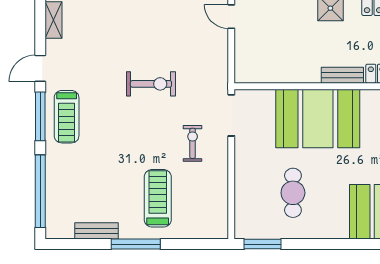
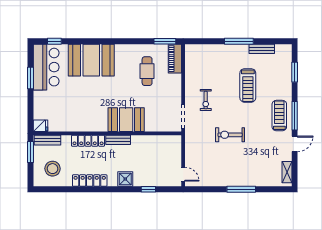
booth: (318, 118) -> (126, 120), width x0.73, depth x0.70
window: (40, 191) -> (295, 72), width x0.47
treadmill: (158, 198) -> (248, 85), moved
piano: (245, 214) -> (175, 59), added

